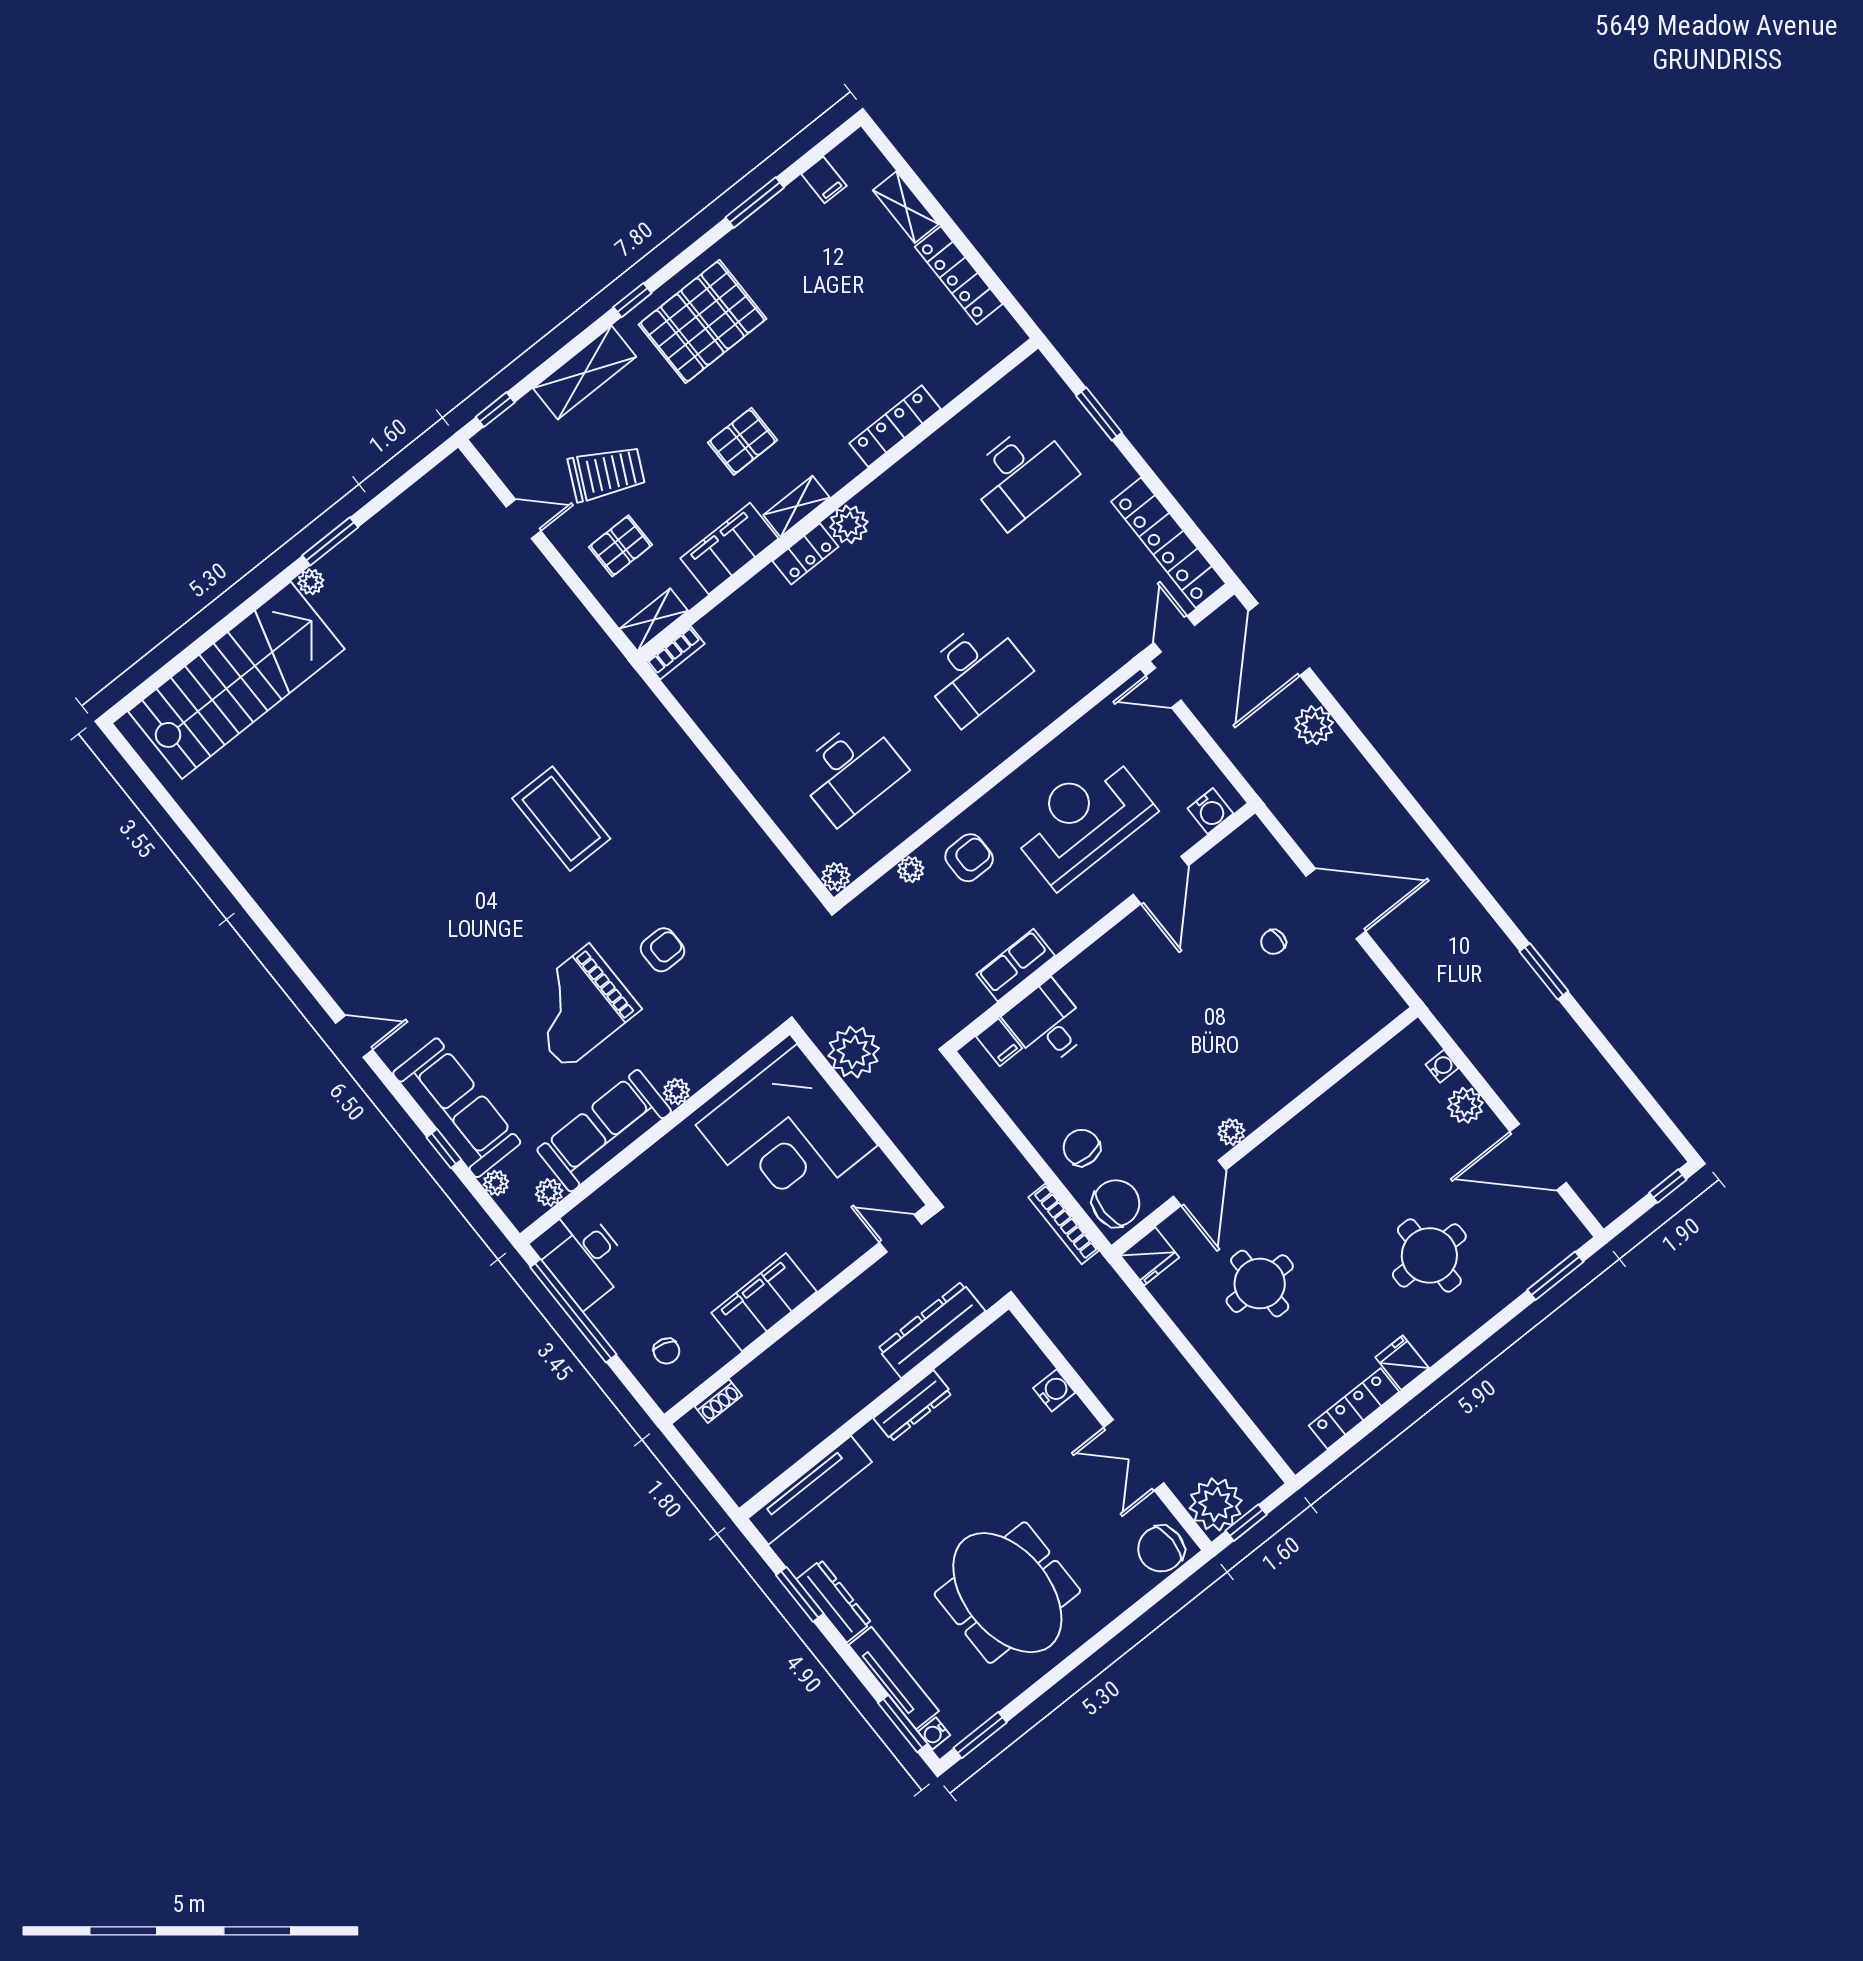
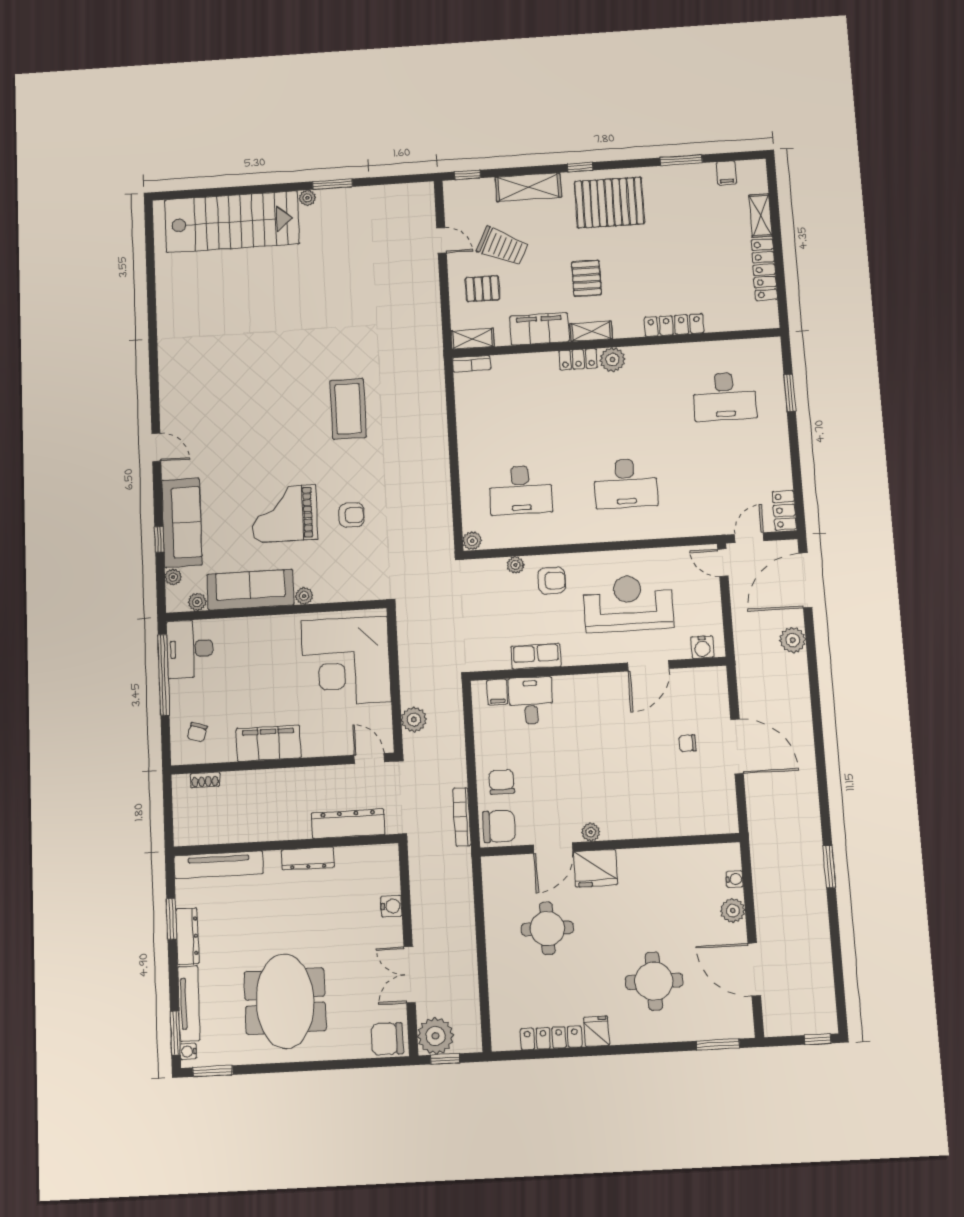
pallet: (743, 441) -> (586, 278), turned 90
locker: (1168, 543) -> (784, 510), width x0.46, depth x0.83
plant: (854, 1052) -> (414, 719), moved, width x0.73, depth x0.73
fridge: (1150, 1256) -> (595, 868), moved, width x1.36, depth x1.34

